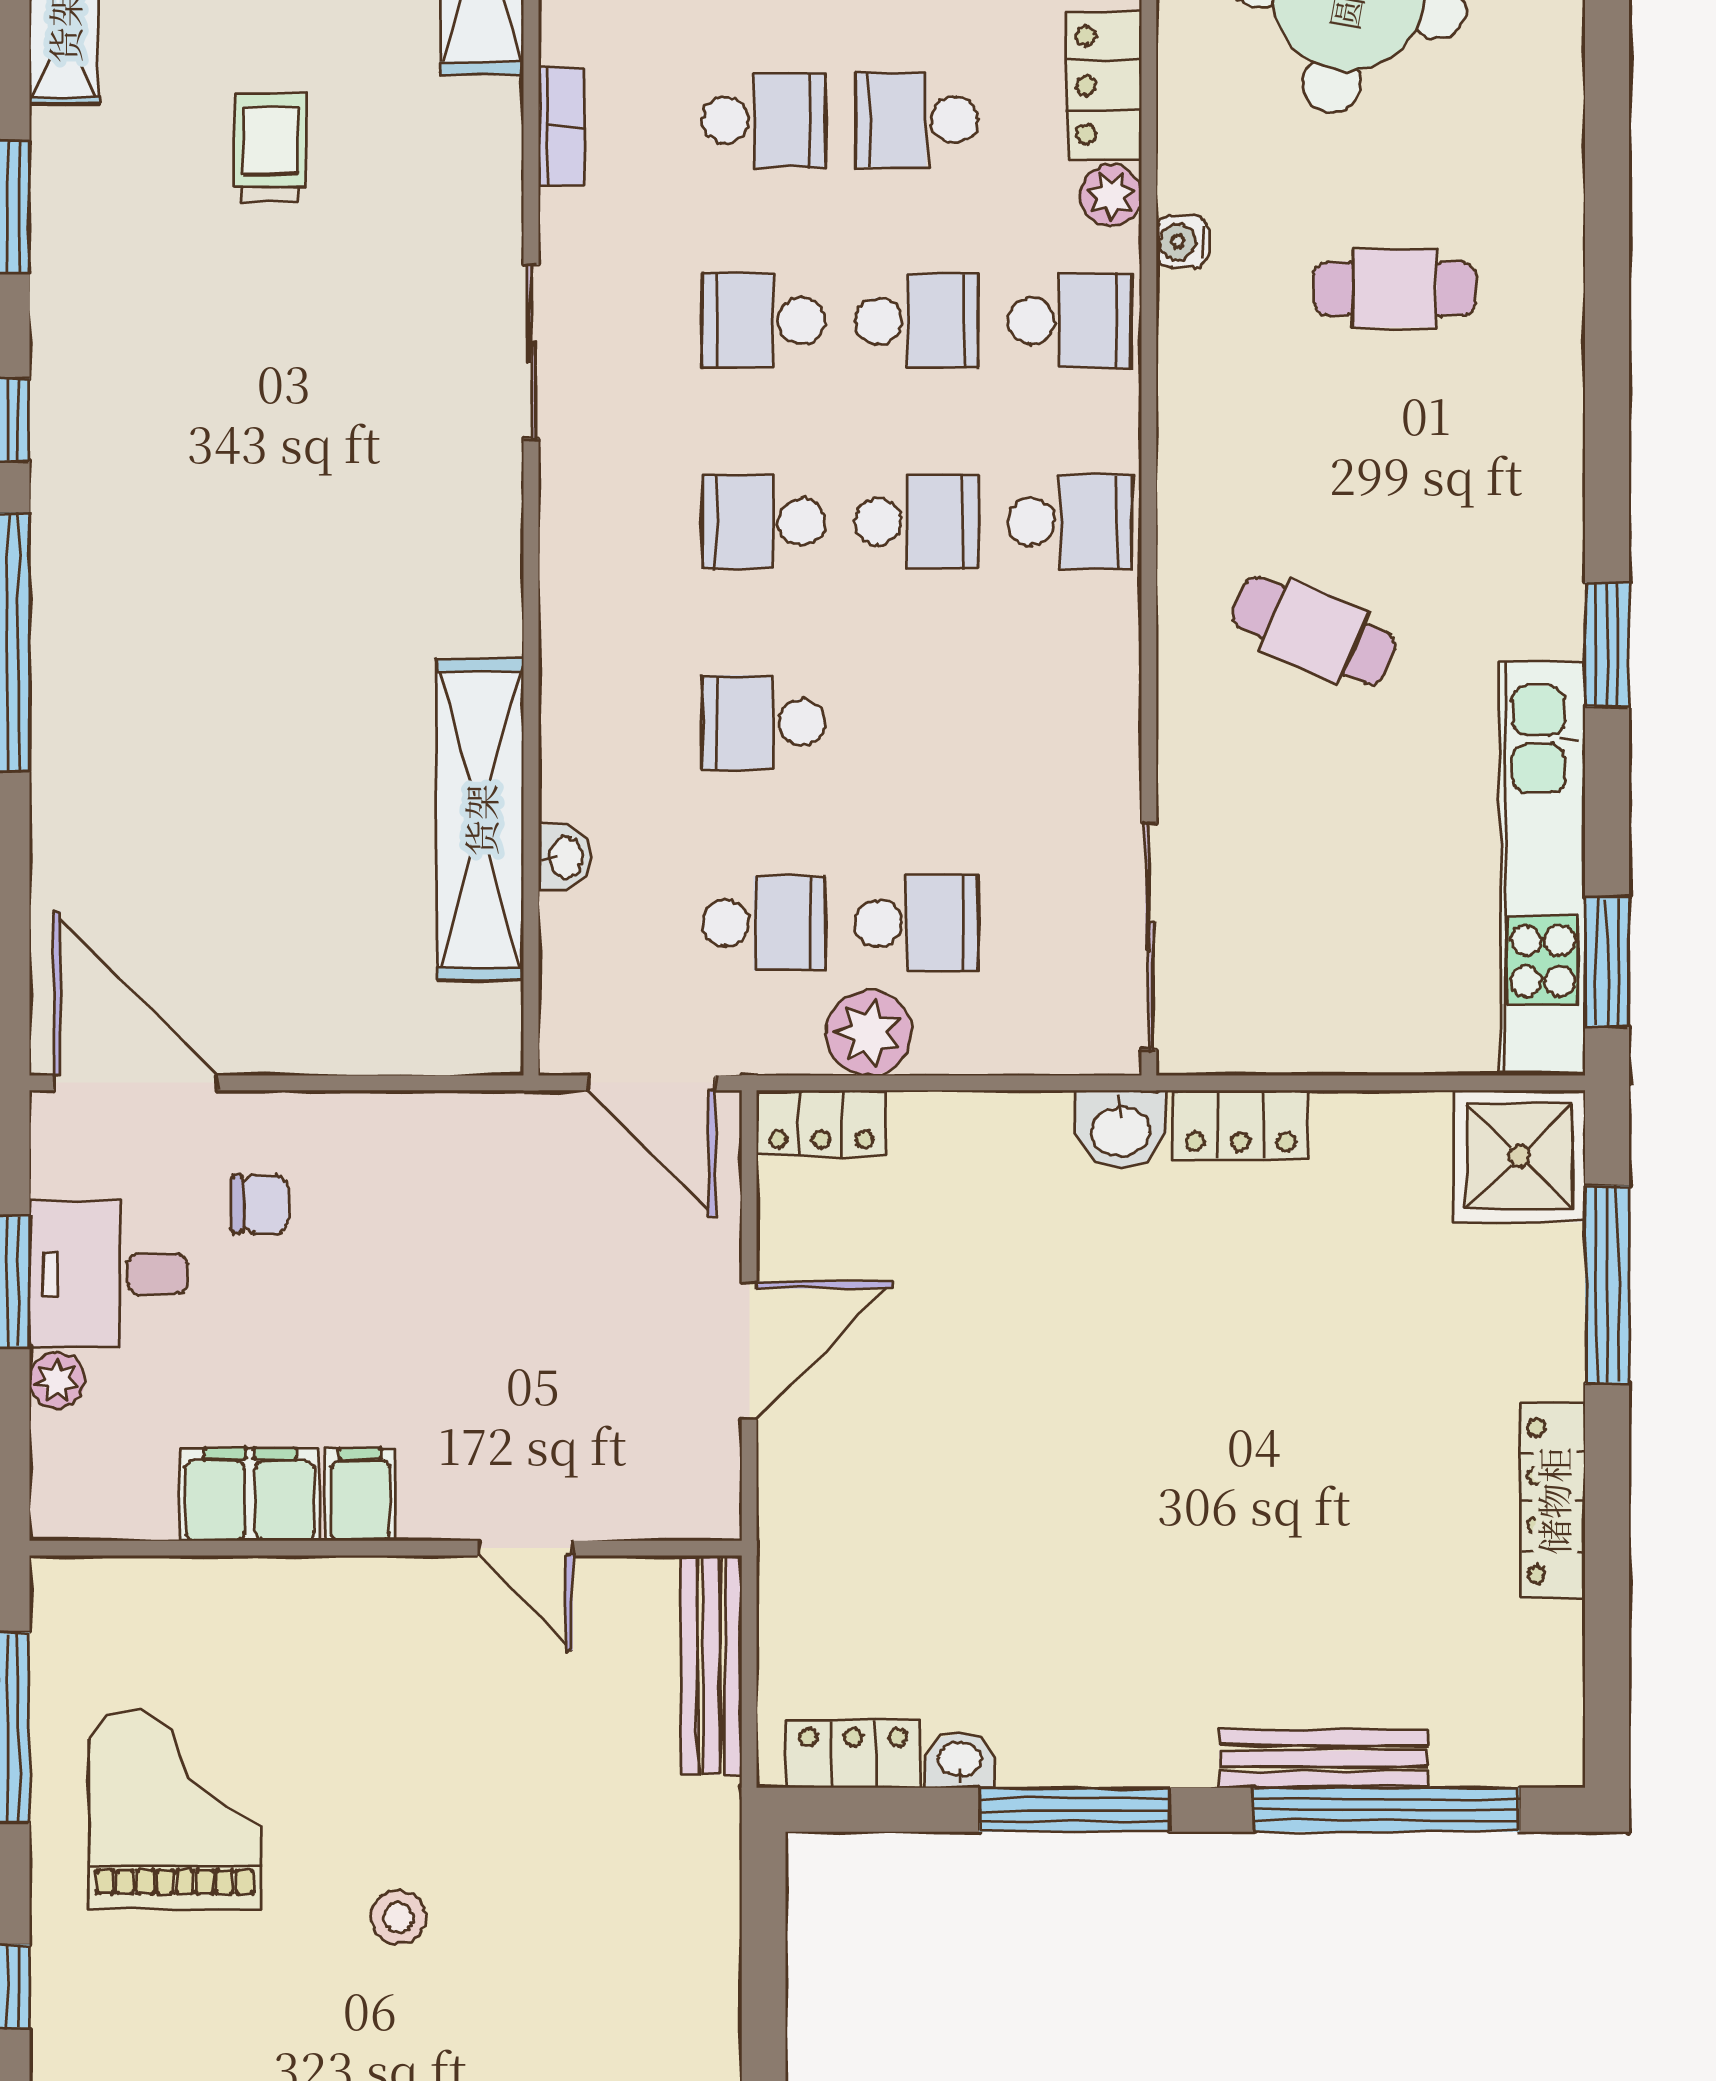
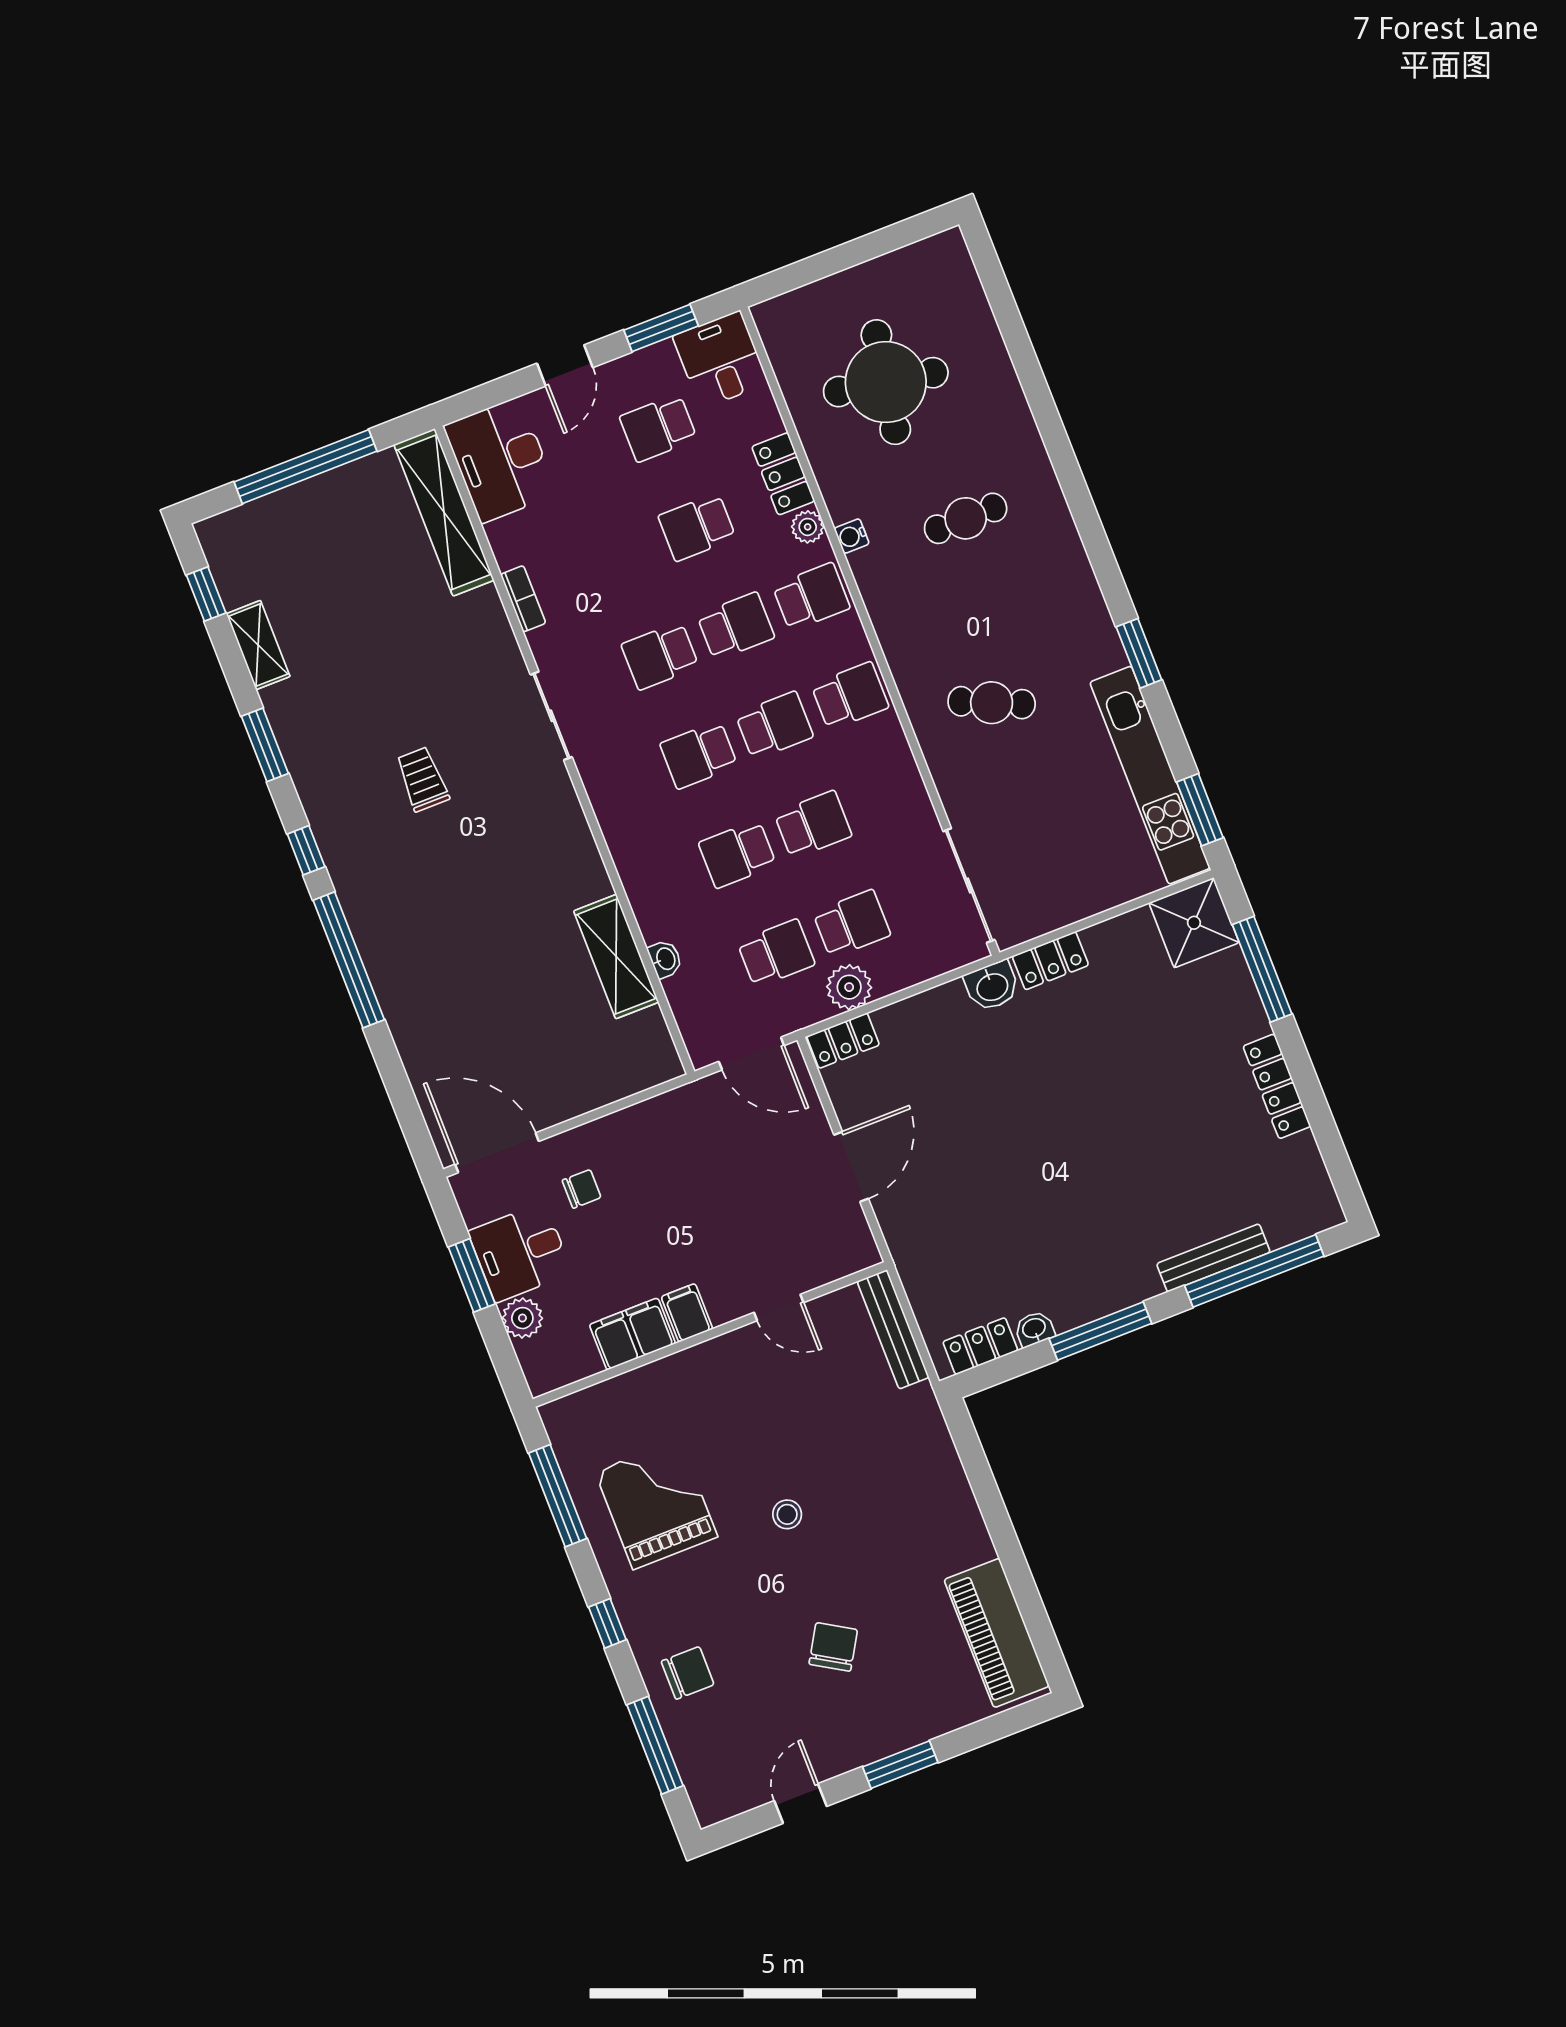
school desk: (763, 120) -> (813, 825), moved
trolley: (270, 148) -> (422, 779), moved
shelving: (480, 820) -> (616, 957), width x0.68
plant: (57, 1380) -> (522, 1318), width x1.38, depth x1.38

